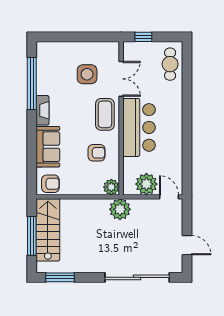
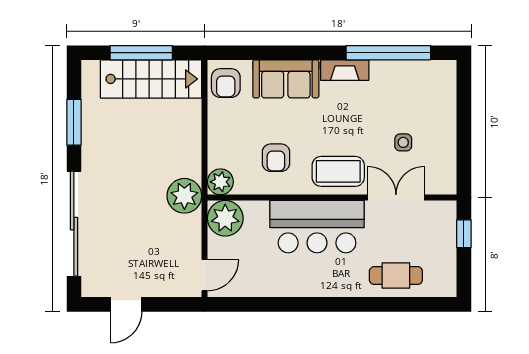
cafe table: (170, 64) -> (396, 276), moved
side table: (87, 74) -> (403, 142), width x0.54, depth x0.54
double door: (121, 79) -> (396, 198), swing flipped
plant: (146, 184) -> (225, 218), moved
window: (60, 277) -> (74, 122), moved

